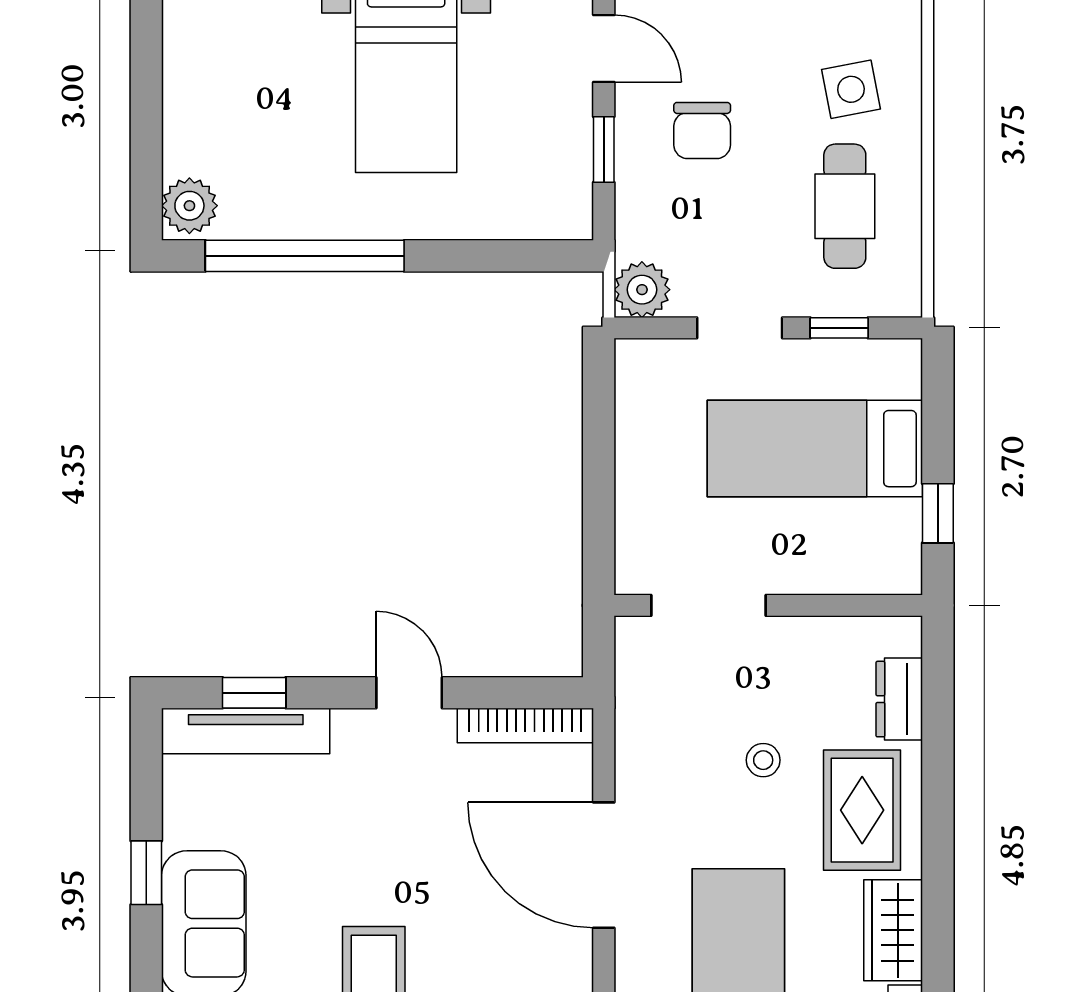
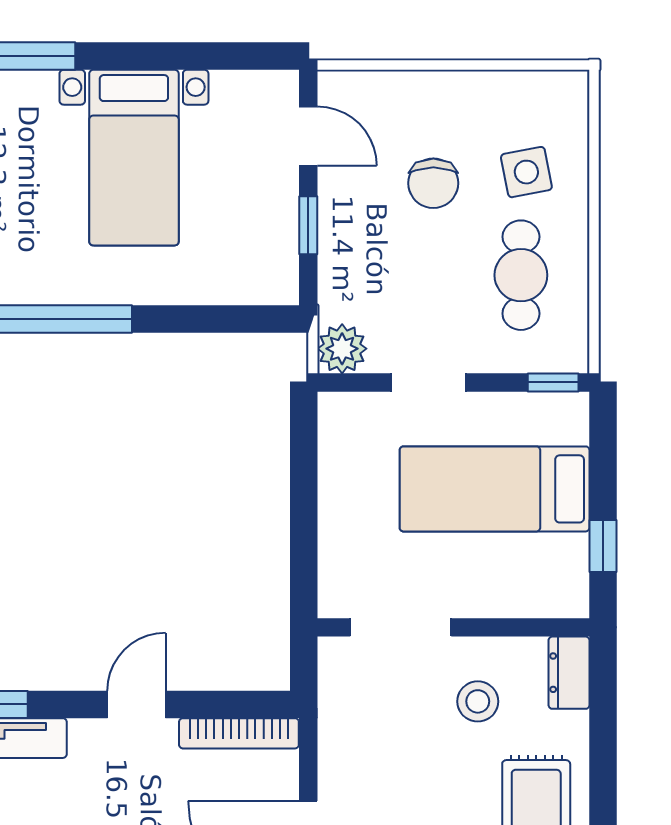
chair: (702, 130) -> (433, 183), moved
window: (839, 328) -> (553, 382), moved
door: (409, 693) -> (136, 704), hinge flipped
dresser: (899, 699) -> (569, 673), moved
stool: (763, 760) -> (478, 701), moved, width x1.37, depth x1.37

